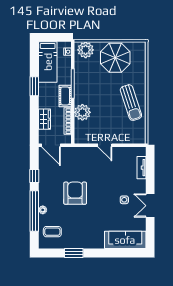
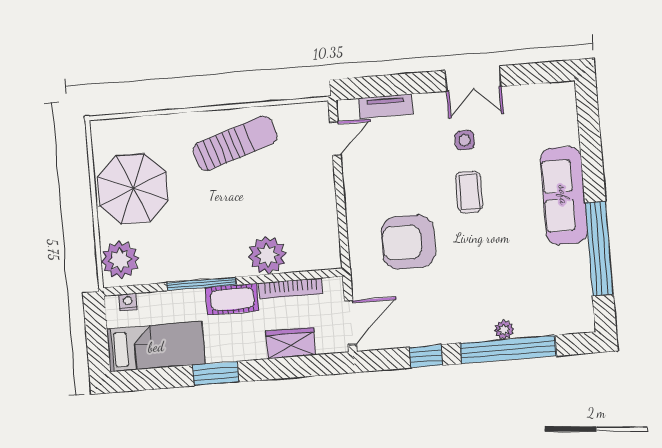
door: (105, 145) -> (335, 138), moved
armchair: (75, 193) -> (408, 242), moved
coffee table: (52, 232) -> (469, 192), moved
sofa: (125, 240) -> (564, 195), moved
window: (74, 253) -> (599, 249), width x2.11

